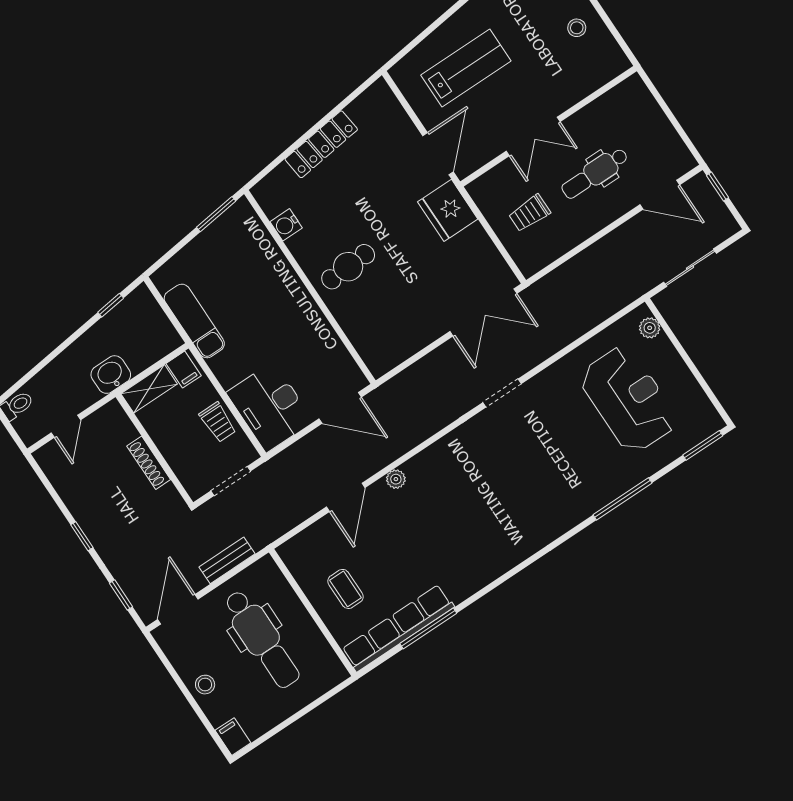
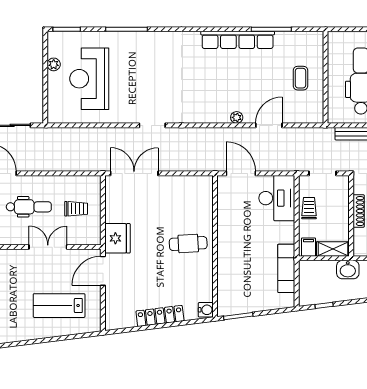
water cooler: (286, 225) -> (206, 310), moved
plant: (650, 328) -> (54, 64), moved
row of seats: (398, 628) -> (238, 40), moved

